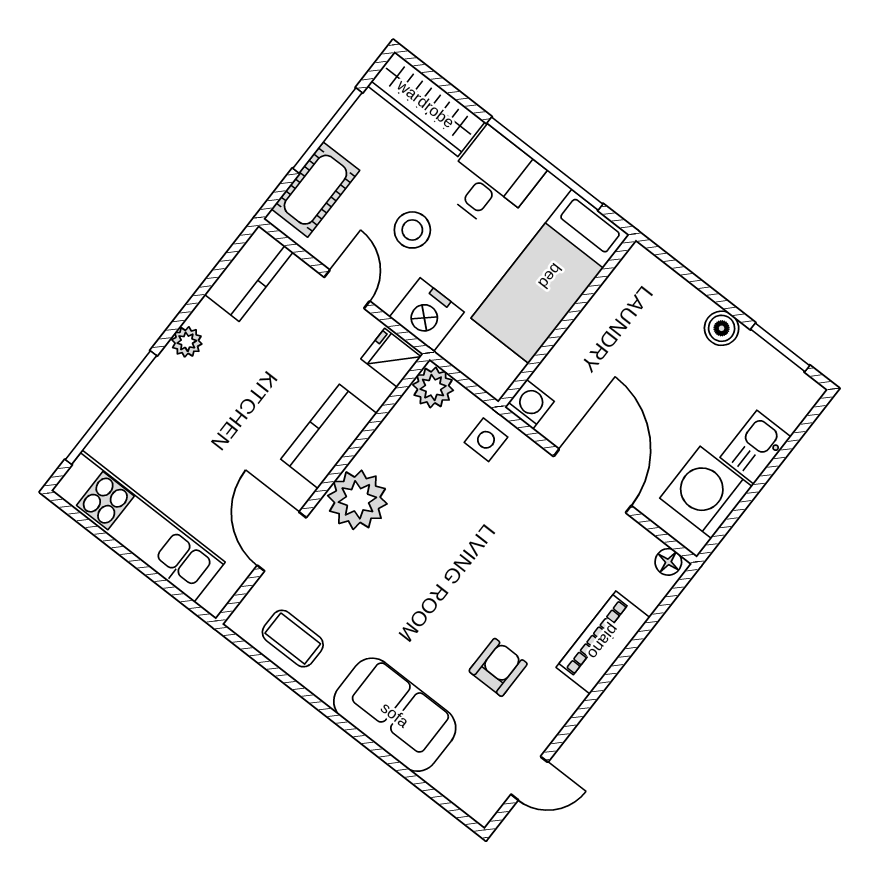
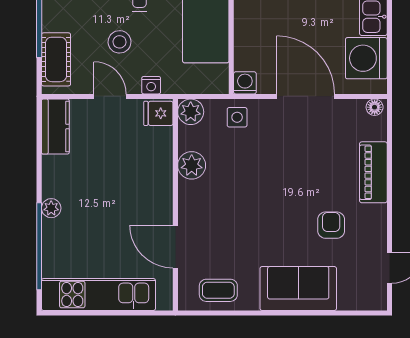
nightstand: (427, 315) -> (151, 85), width x0.53, depth x0.56
plant: (187, 342) -> (51, 208), moved
kitchen counter: (329, 436) -> (158, 176), removed
plant: (357, 500) -> (192, 165), moved, width x0.73, depth x0.73

